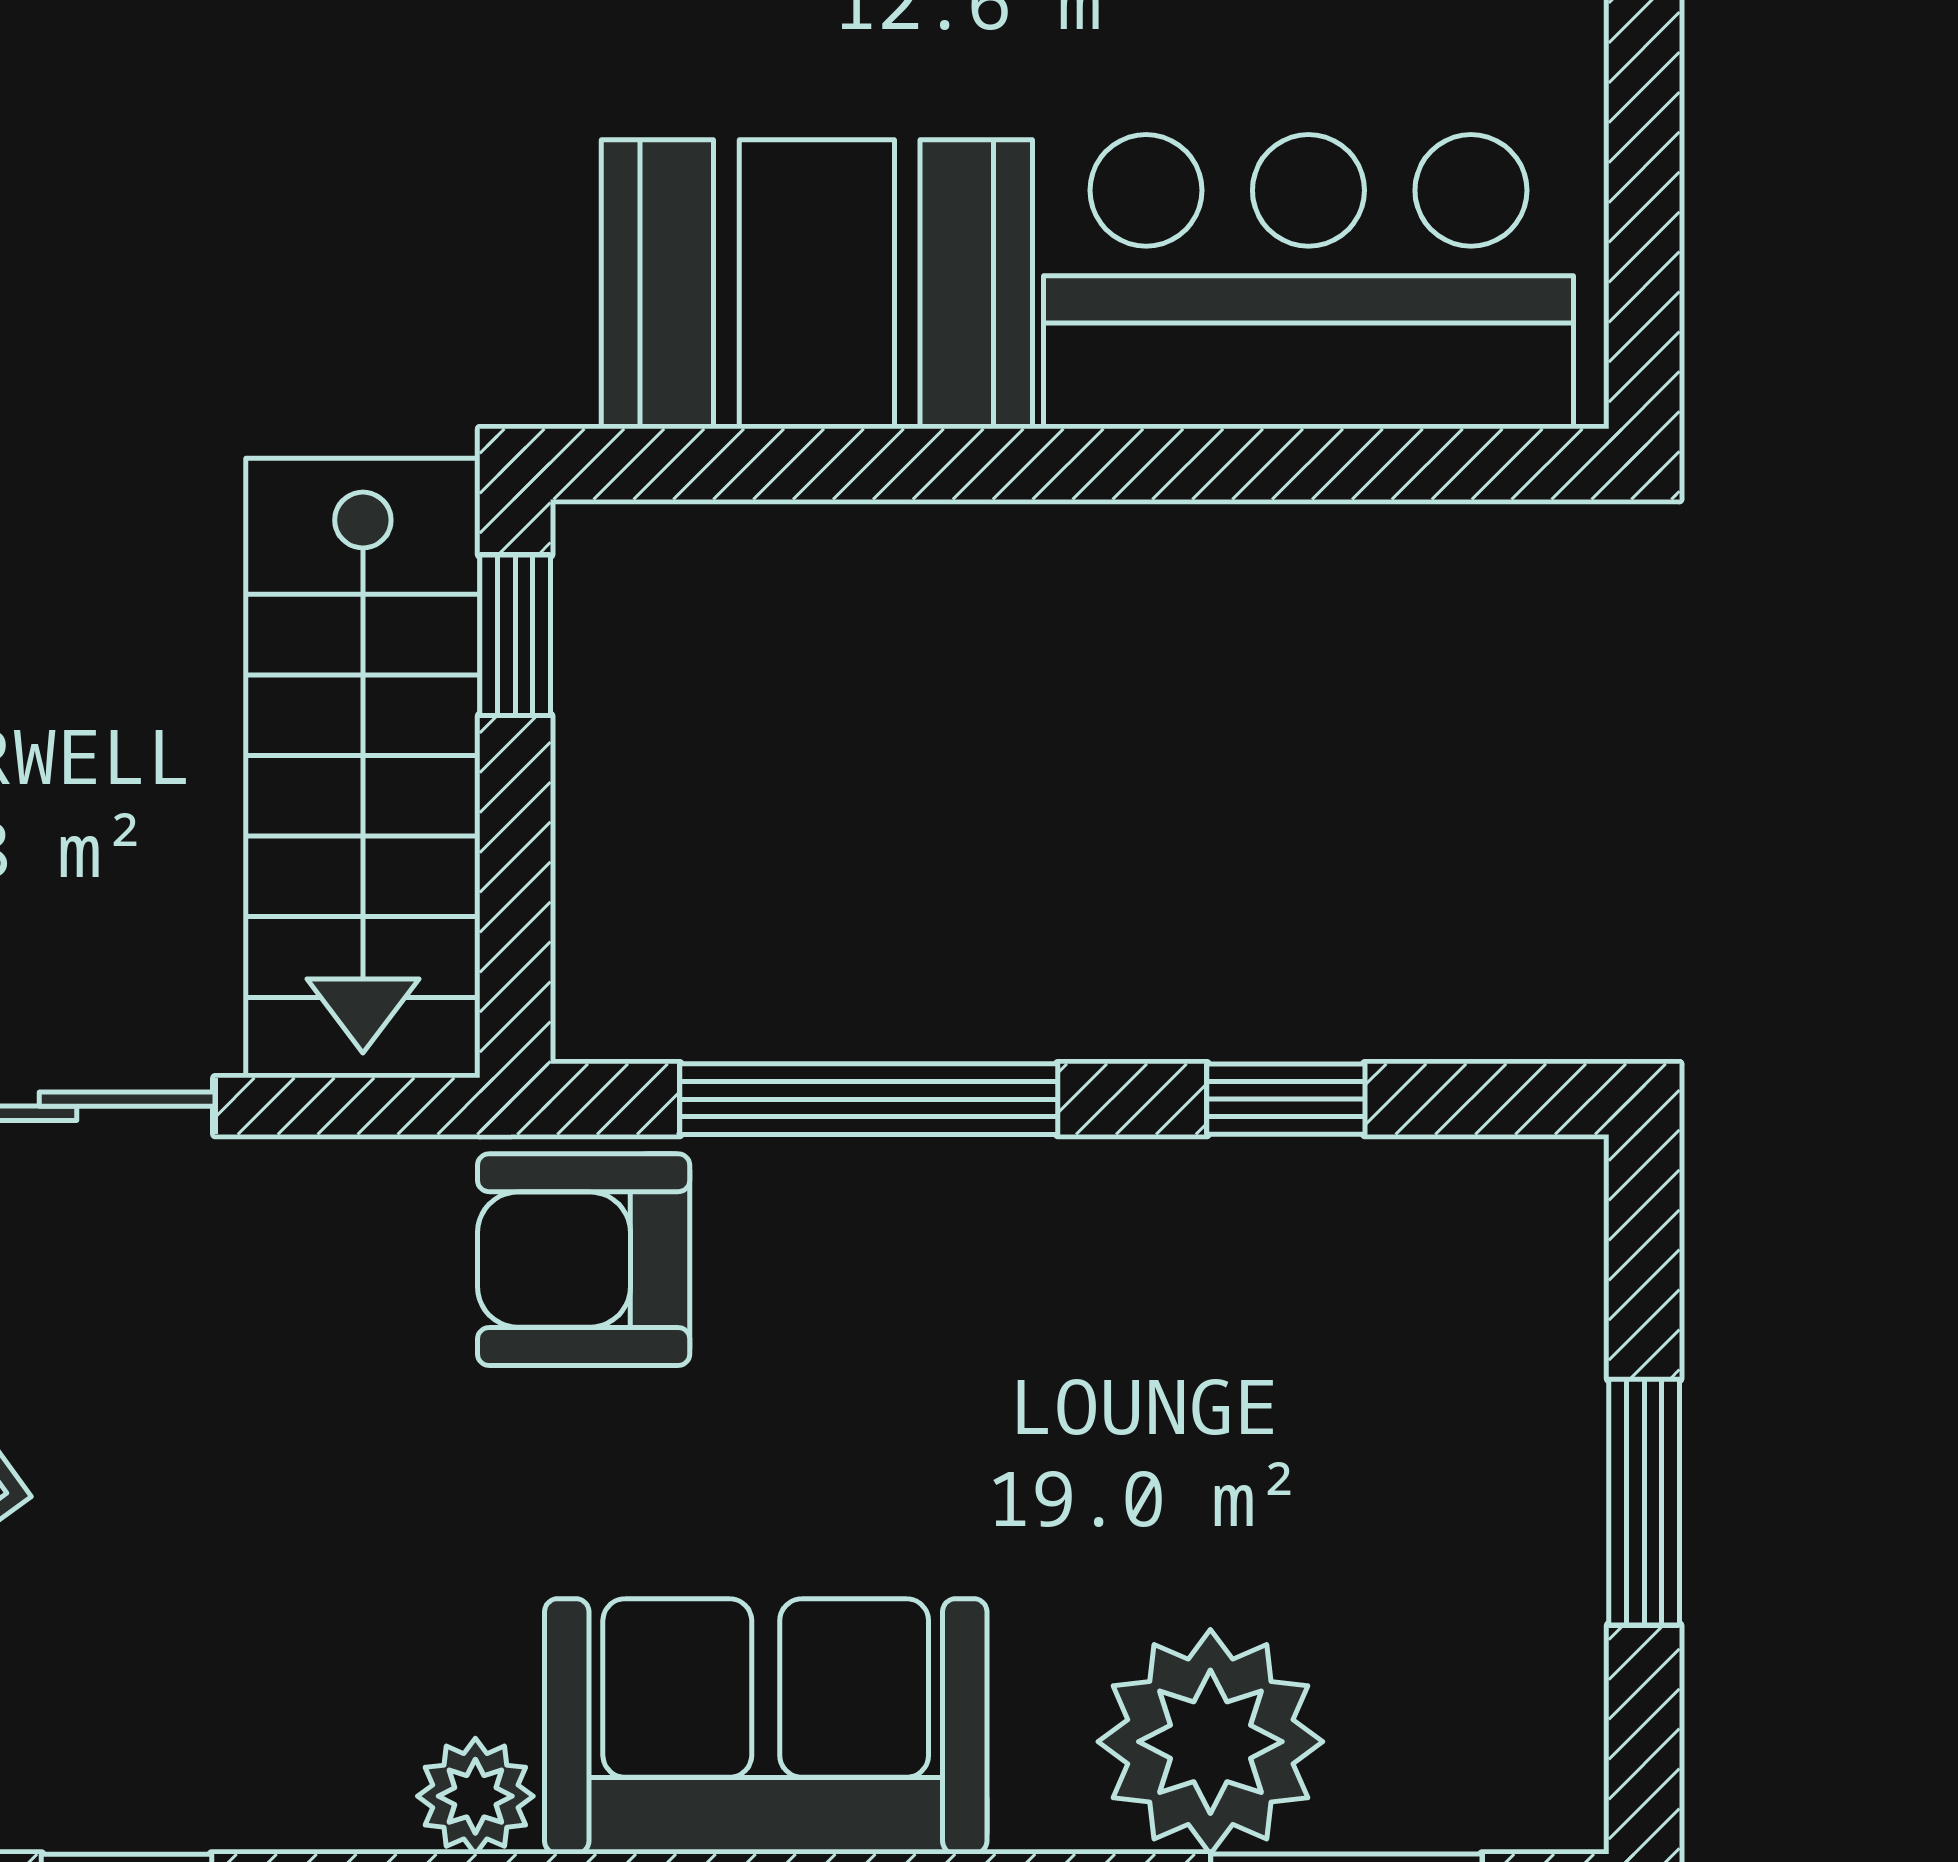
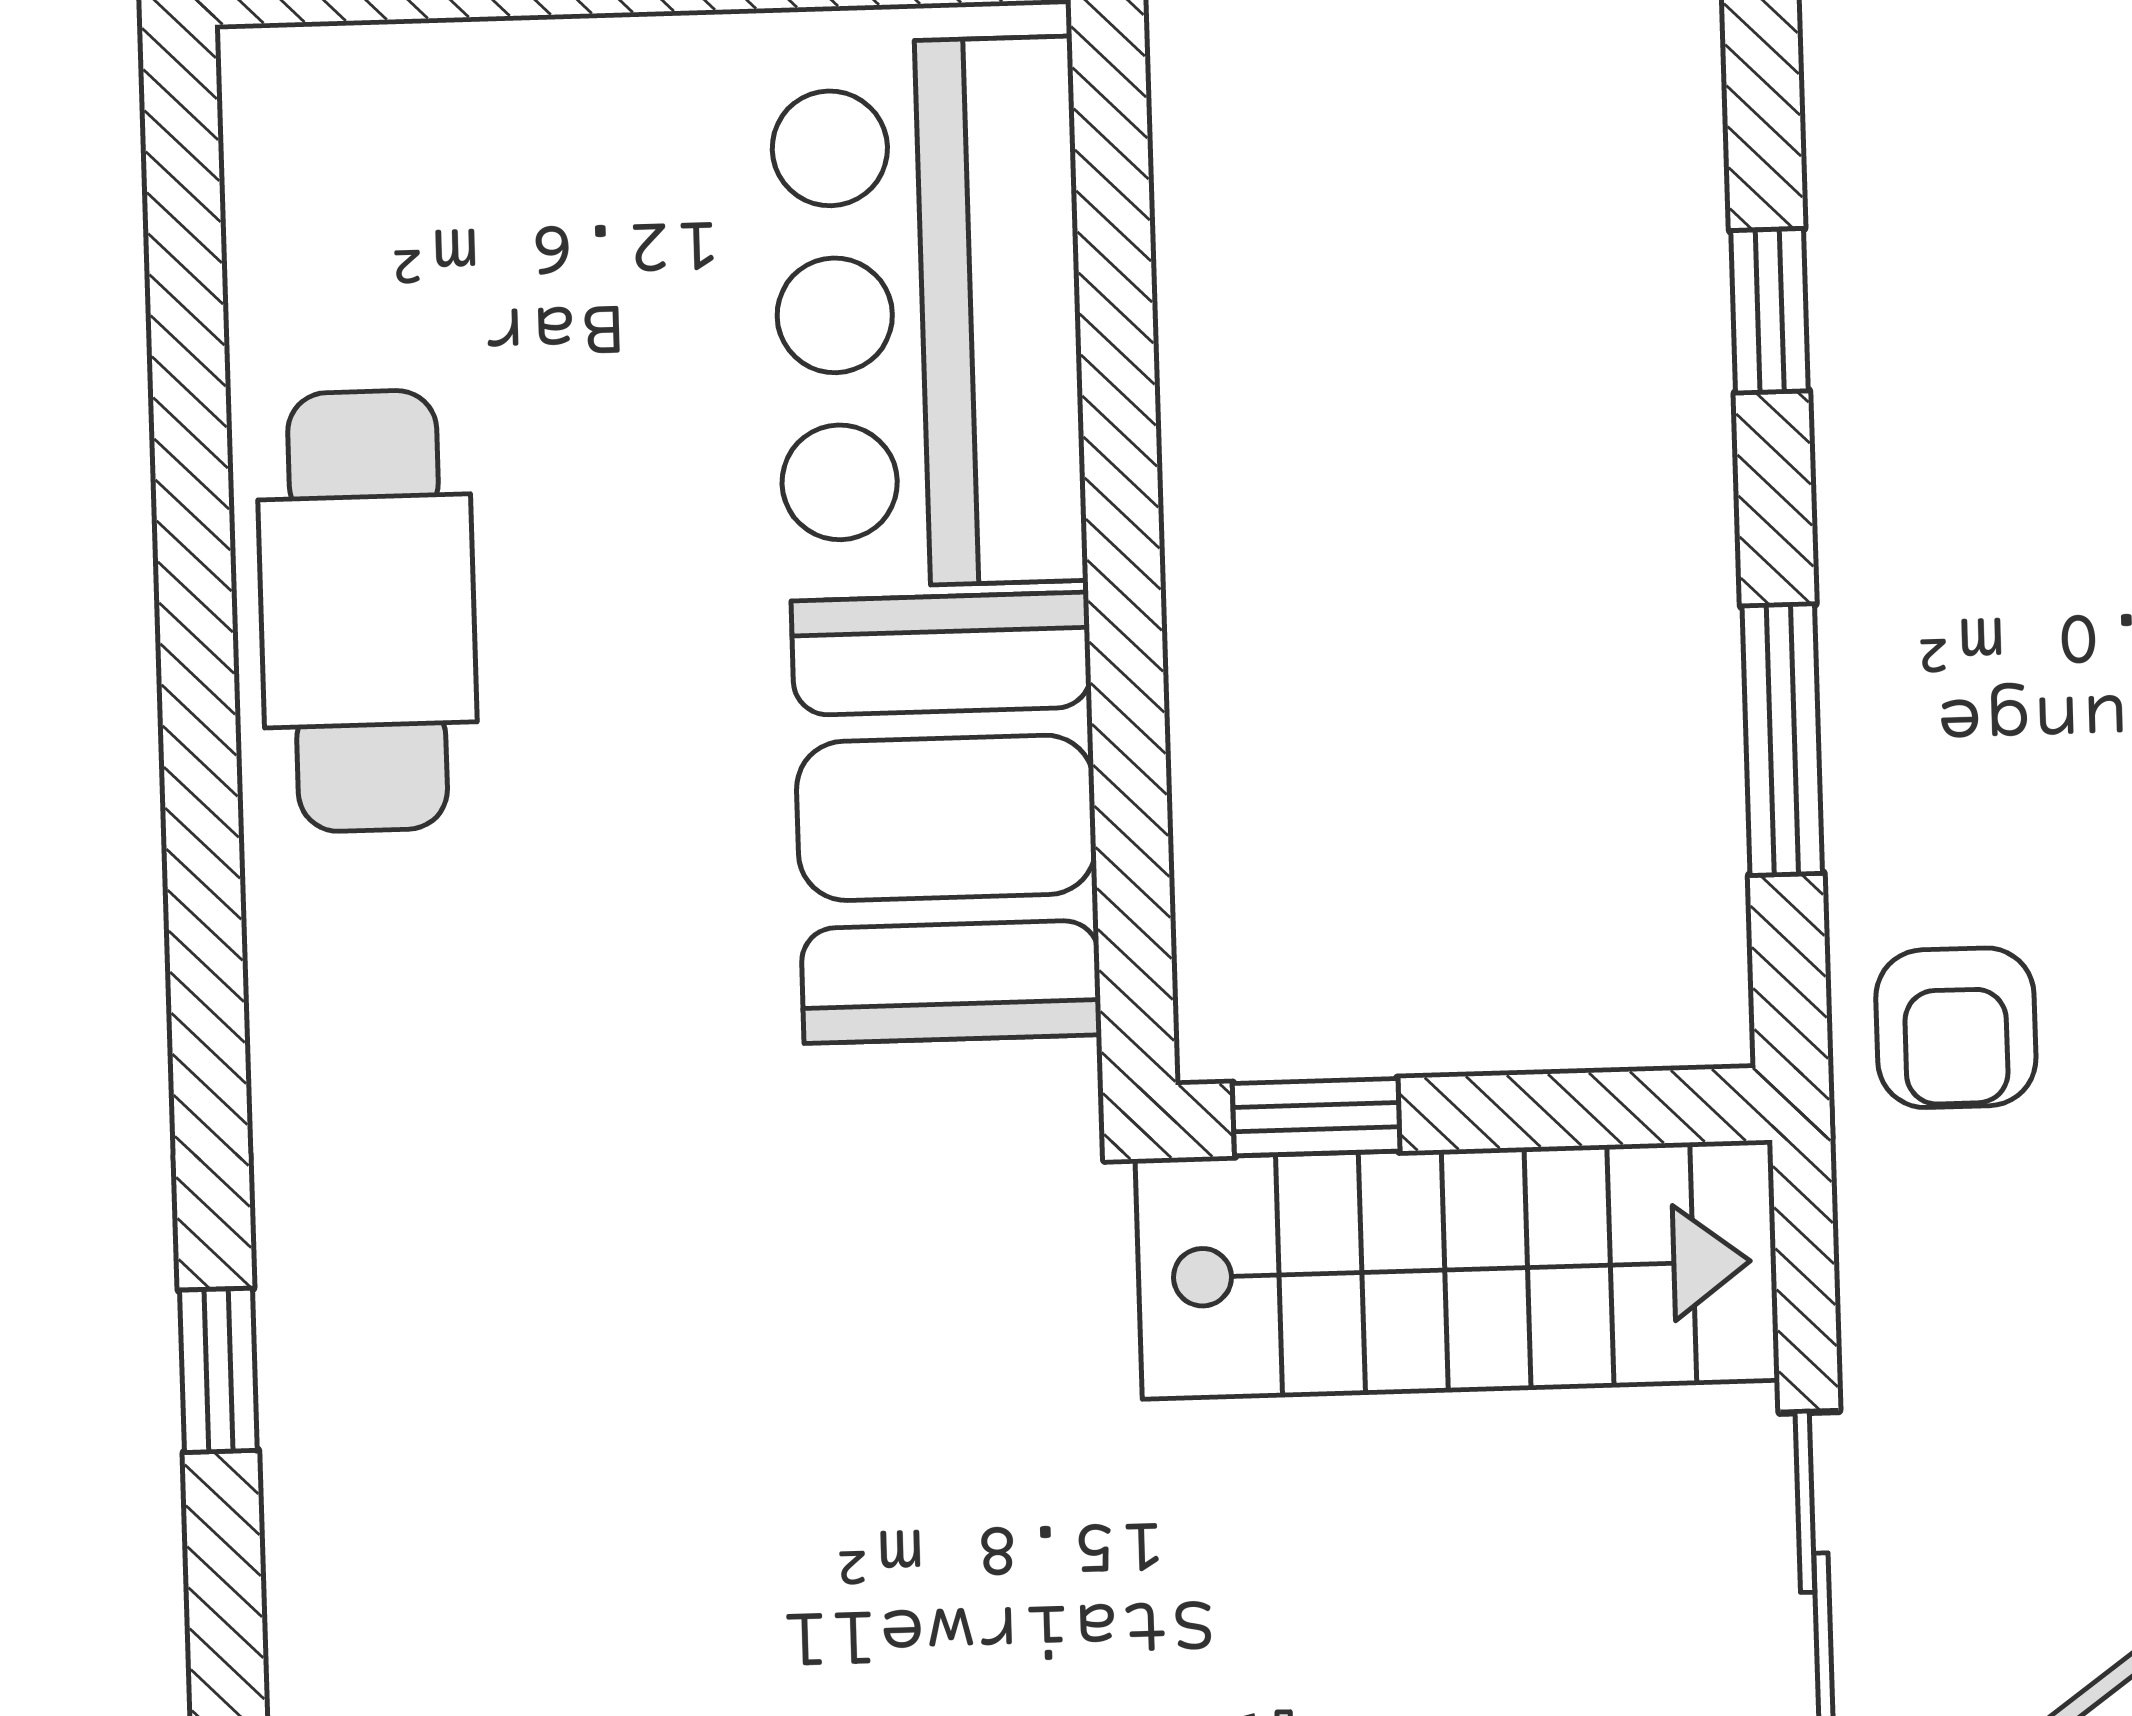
window: (869, 1099) -> (1782, 740), width x0.69
armchair: (584, 1260) -> (1956, 1028), width x0.72, depth x0.72

